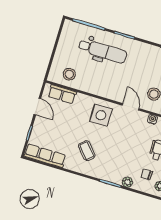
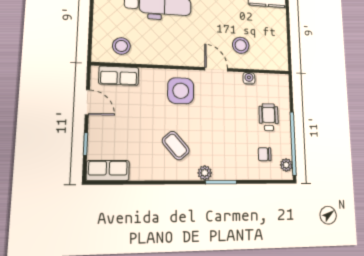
row of seats: (45, 156) -> (108, 171), width x0.68
plant: (127, 182) -> (205, 173), moved

